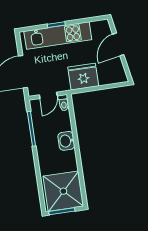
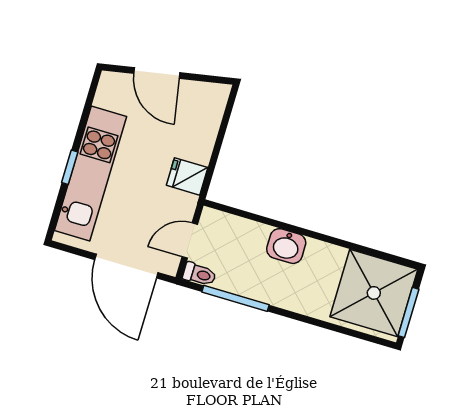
fridge: (83, 77) -> (187, 176), width x0.53, depth x0.75
door: (48, 95) -> (190, 241), swing flipped
toilet: (64, 103) -> (199, 274), moved

